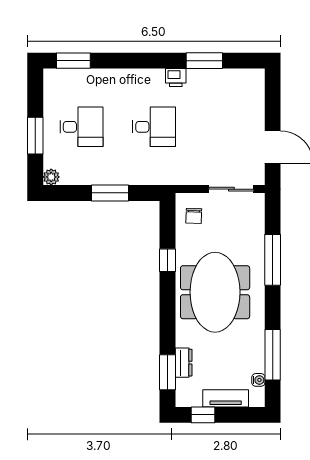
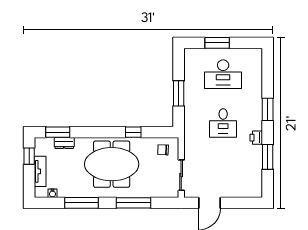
window: (73, 61) -> (268, 109), moved
desk: (81, 127) -> (223, 74), width x1.37
plant: (51, 177) -> (189, 54), removed
window: (273, 355) -> (82, 203), moved

